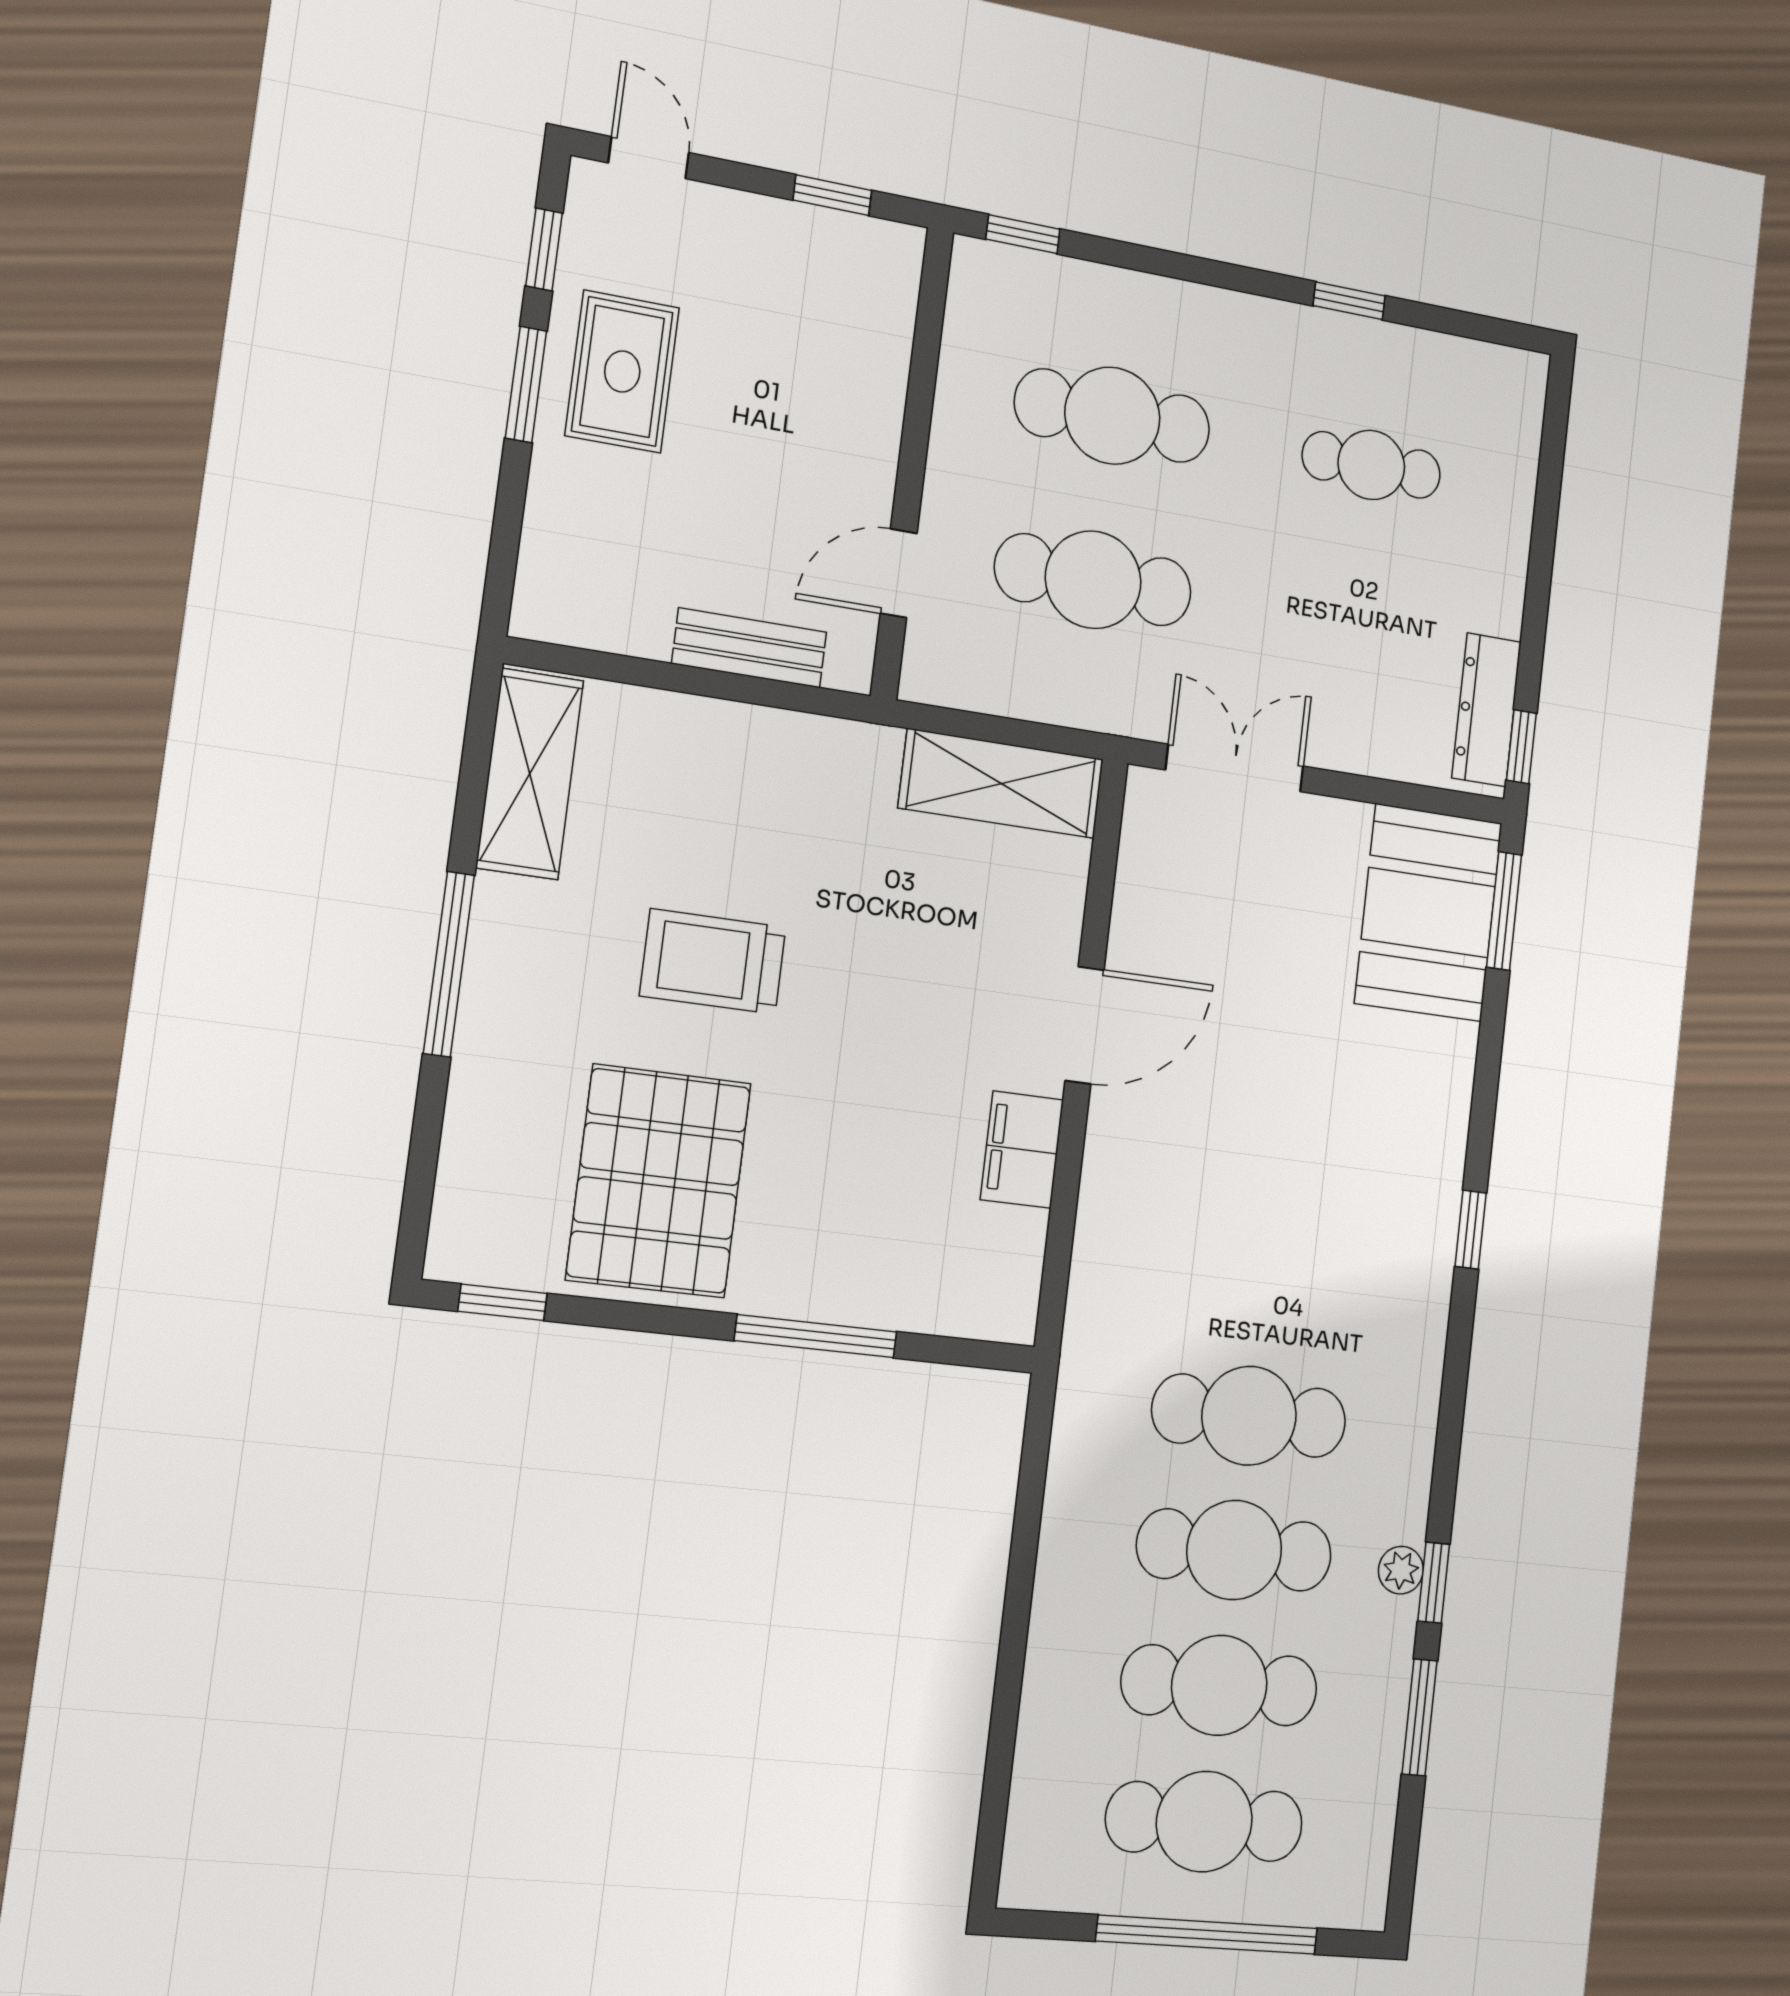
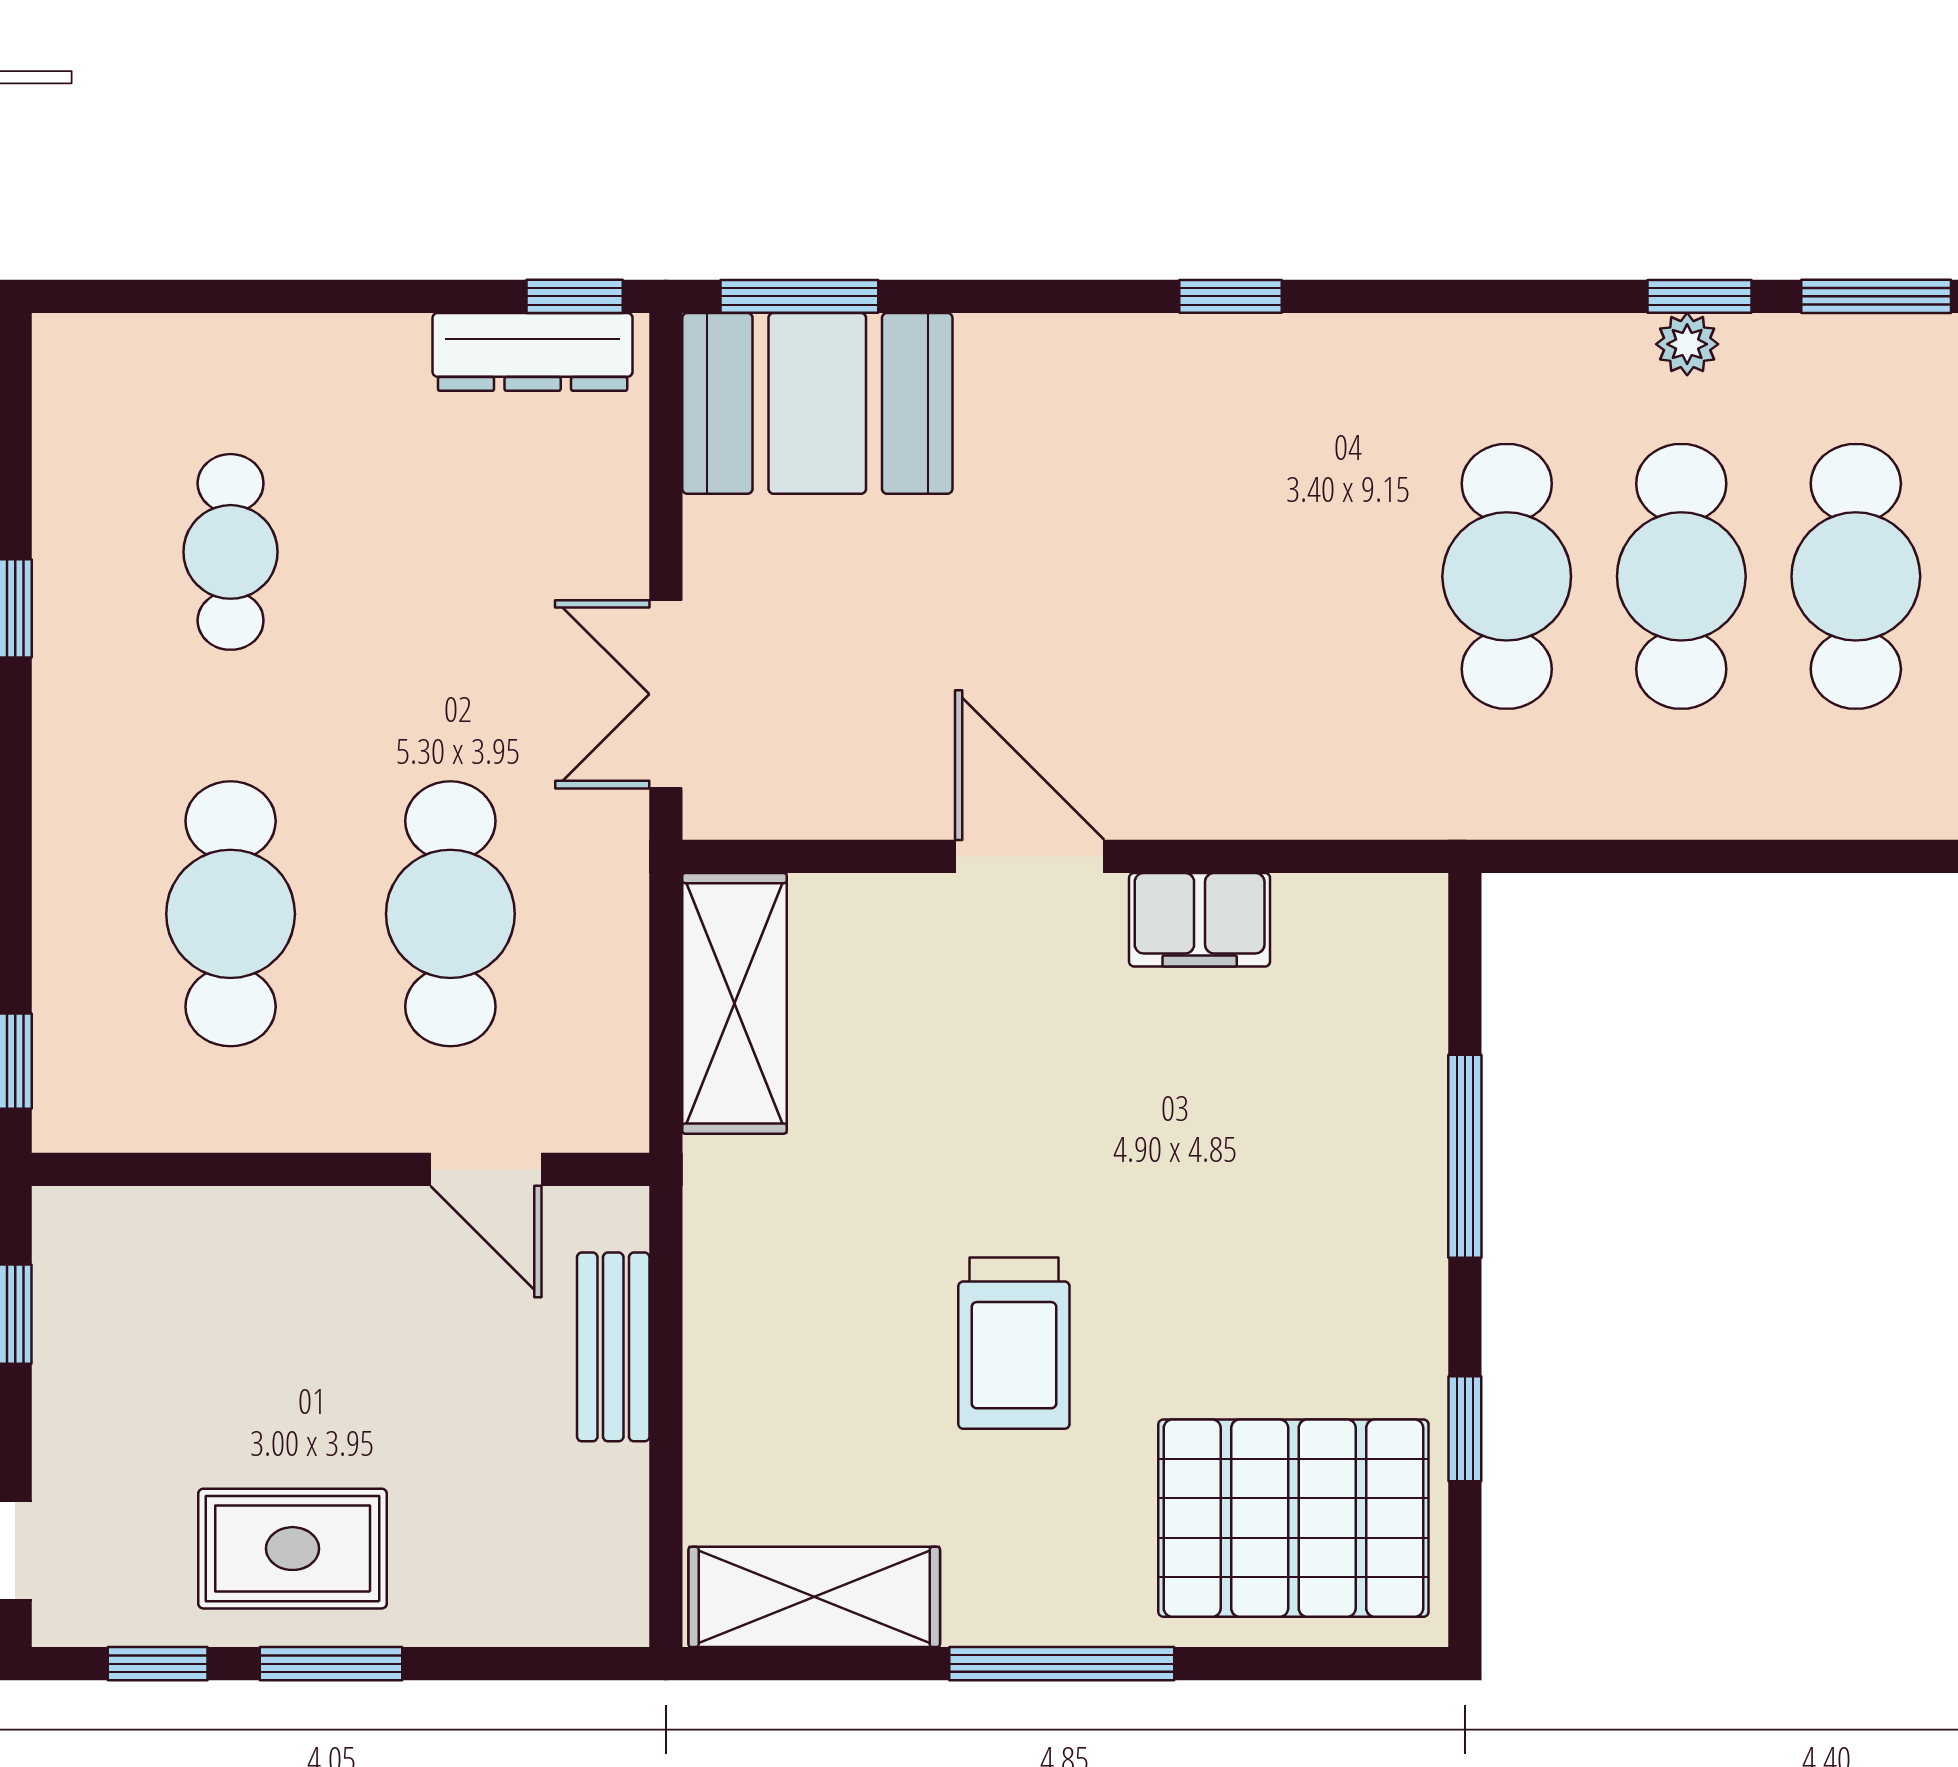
pallet: (659, 1181) -> (1293, 1518), moved
window: (503, 1302) -> (1465, 1429), moved

